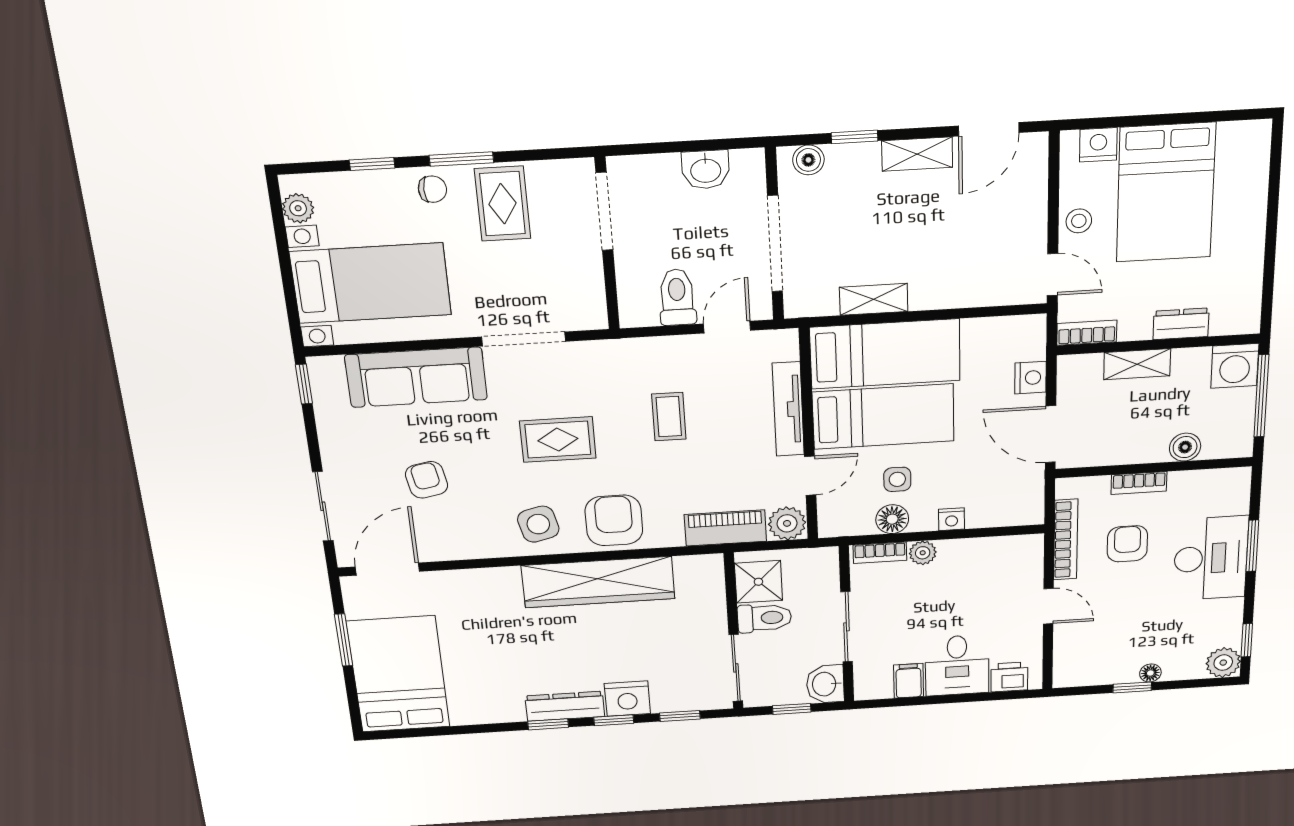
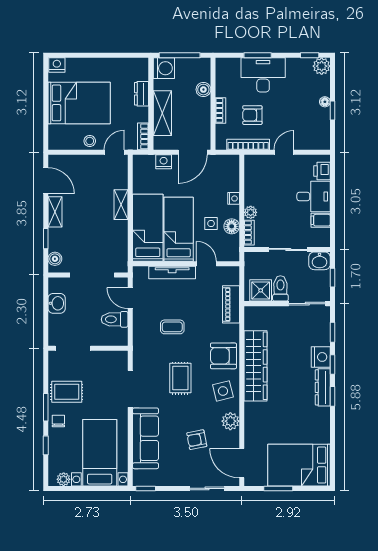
nightstand: (1098, 145) -> (57, 65), moved, turned 90
shelving: (874, 299) -> (121, 205), moved
shelving: (1137, 364) -> (162, 113), width x1.50, depth x1.33
plant: (787, 523) -> (230, 421), moved

